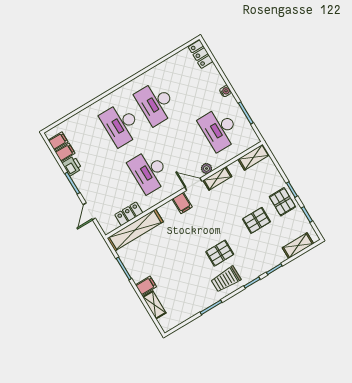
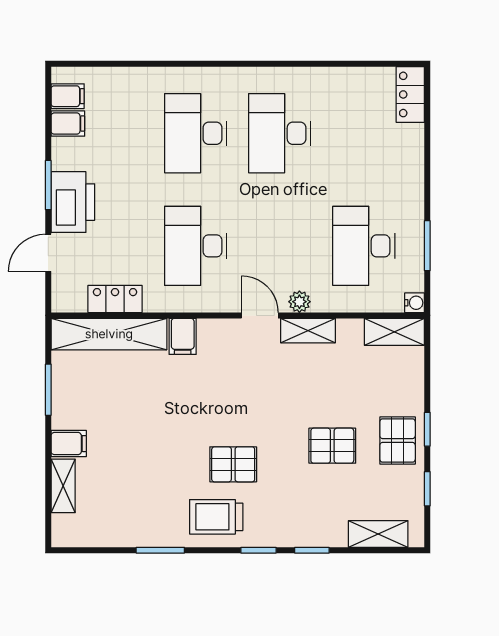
water cooler: (225, 91) -> (415, 303), moved
printer: (72, 166) -> (73, 202), moved, width x1.87, depth x1.48
filing cabinet: (182, 203) -> (183, 336), moved

